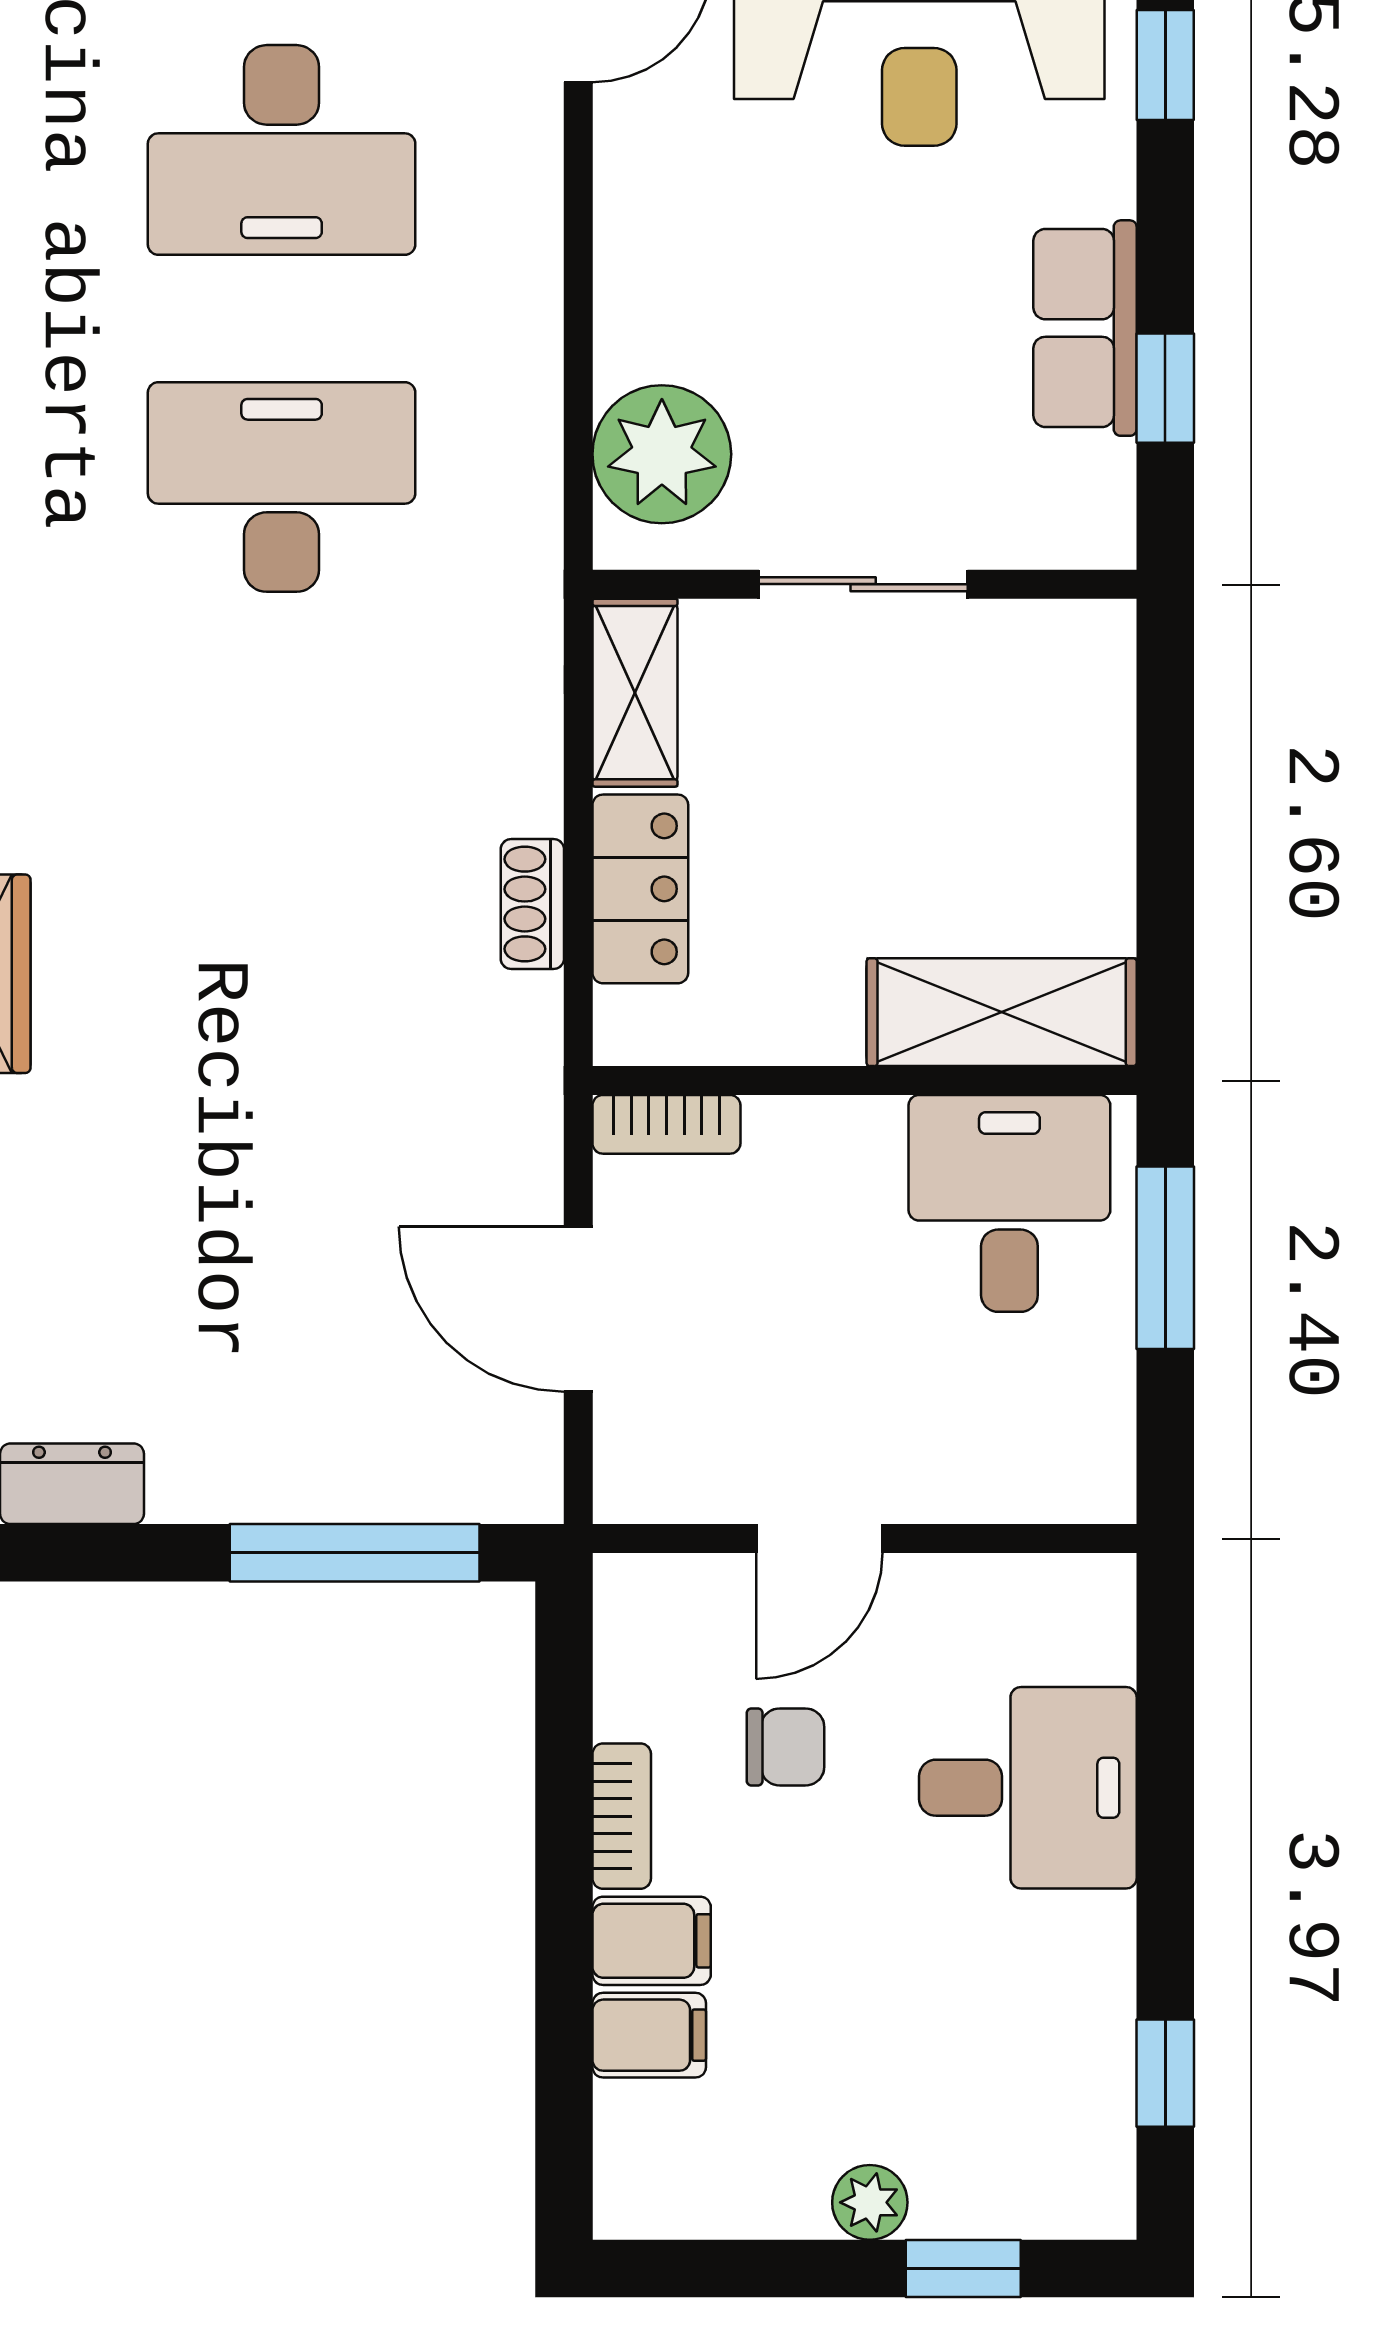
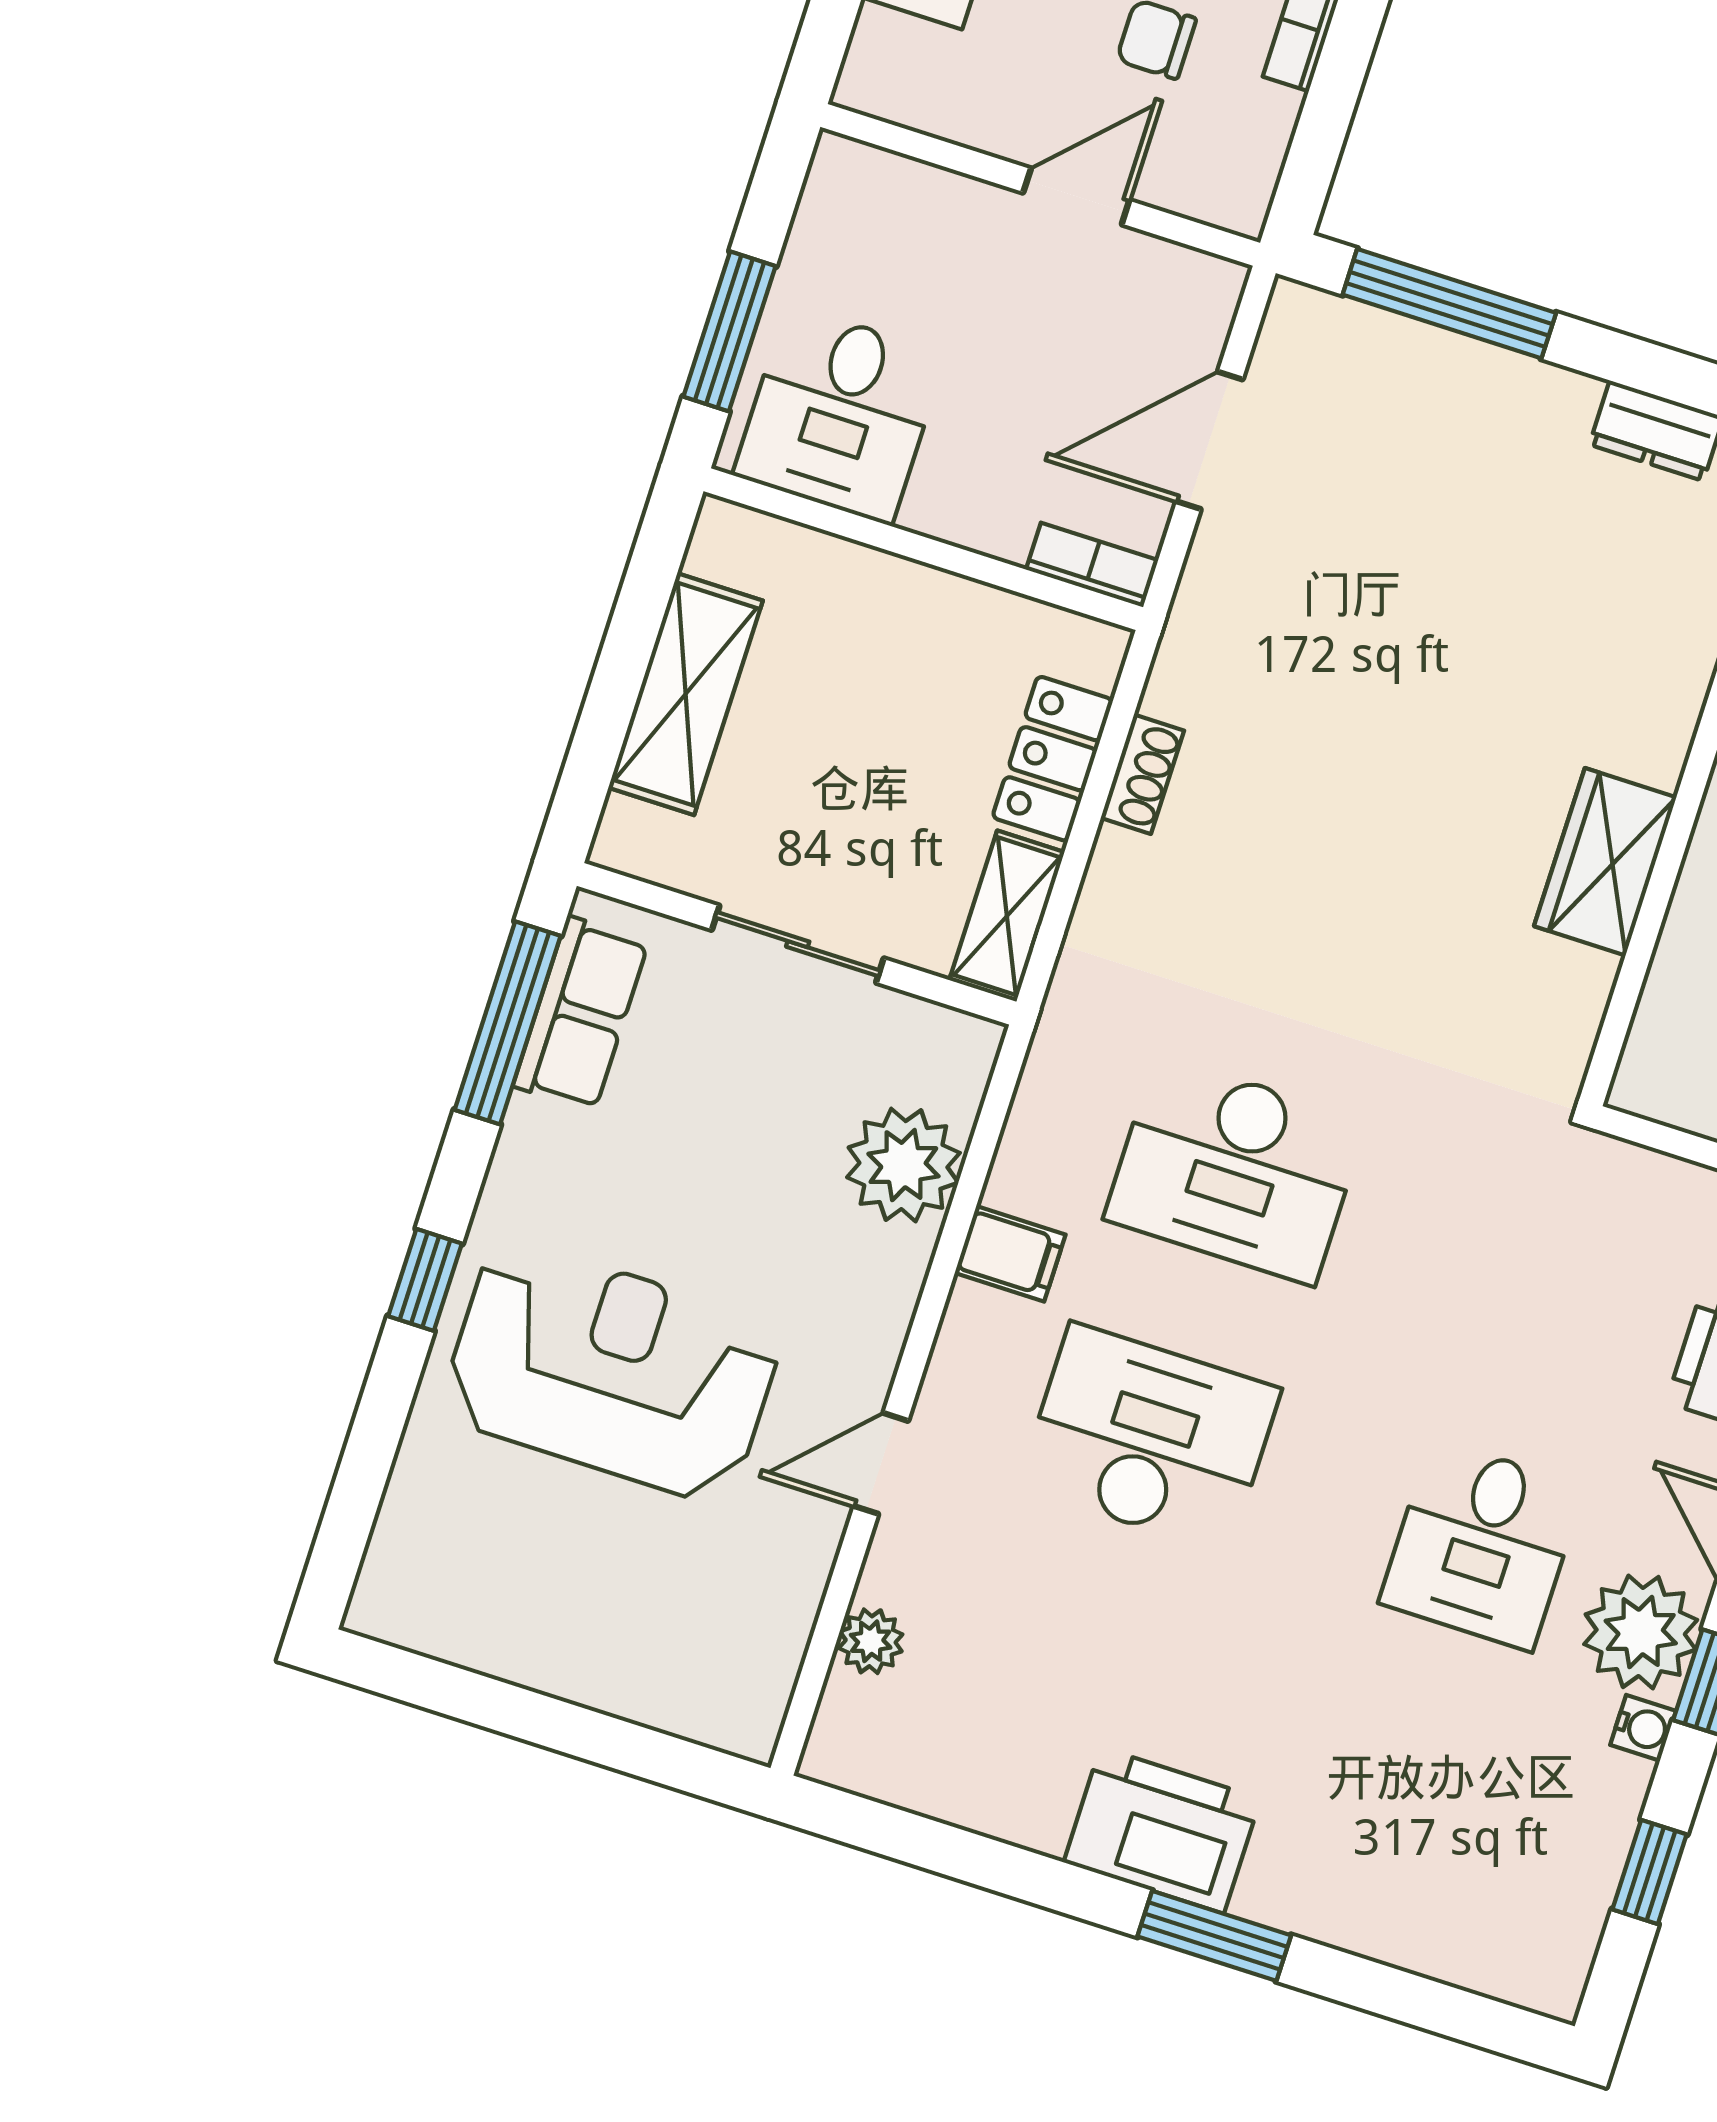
filing cabinet: (508, 309) -> (1010, 1254), added
row of seats: (1085, 328) -> (581, 1014), moved
window: (1165, 388) -> (508, 1023), width x2.17
plant: (662, 454) -> (903, 1165), moved
shelving: (1002, 1012) -> (686, 694), moved, turned 90
door: (578, 1309) -> (1209, 440), swing flipped

